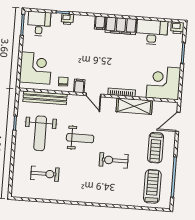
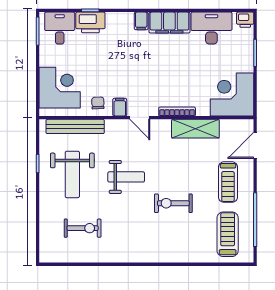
printer: (67, 19) -> (90, 22), width x1.87, depth x1.48

